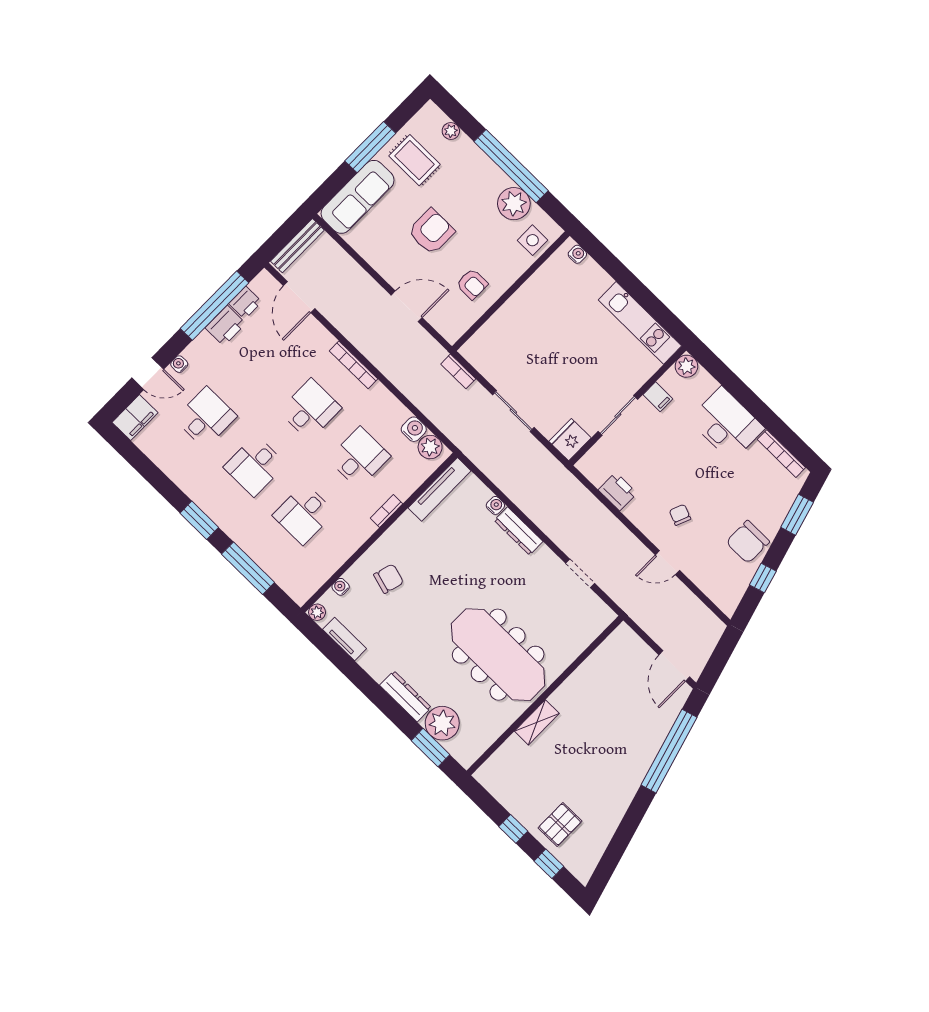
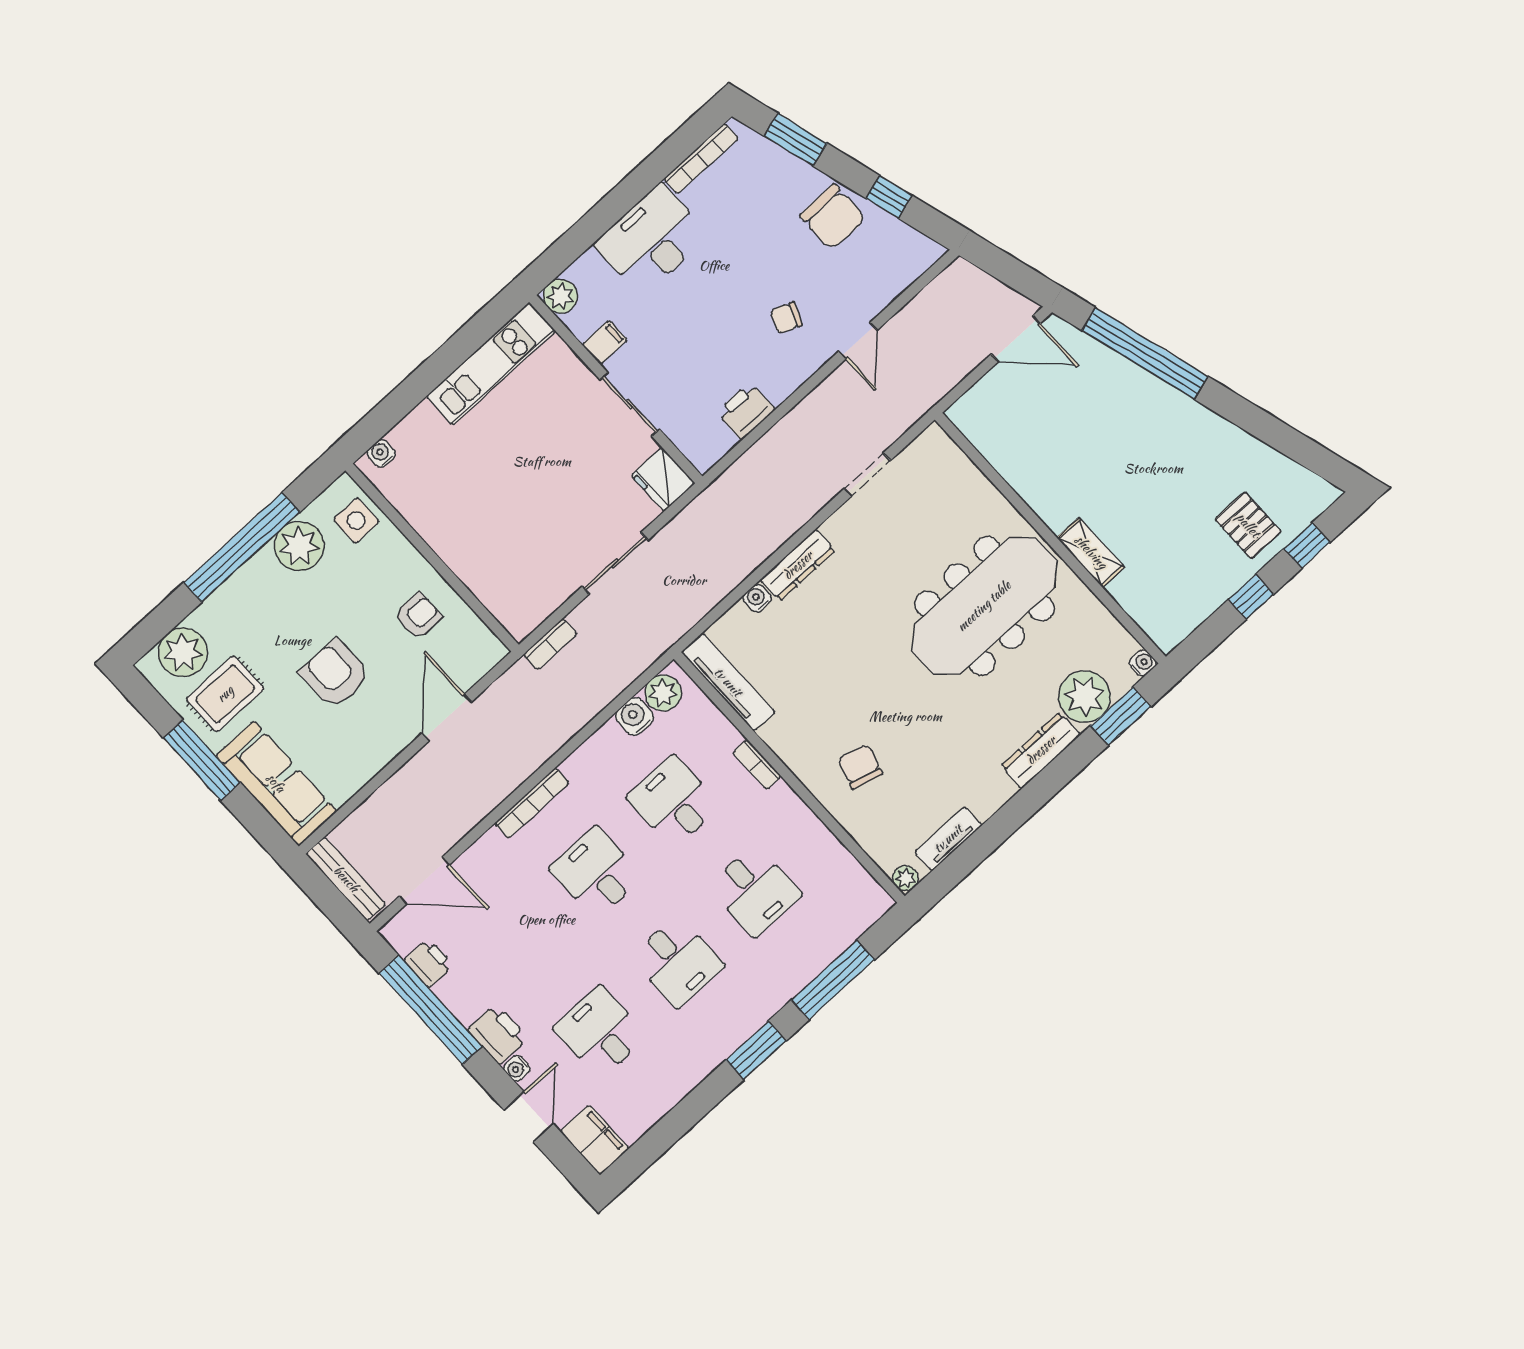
plant: (451, 131) -> (183, 652), width x1.88, depth x1.88
printer: (225, 326) -> (498, 1034), moved
water cooler: (341, 587) -> (1143, 663), moved, turned 180

